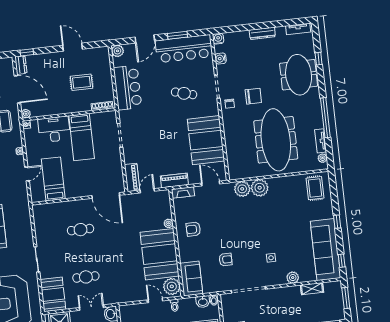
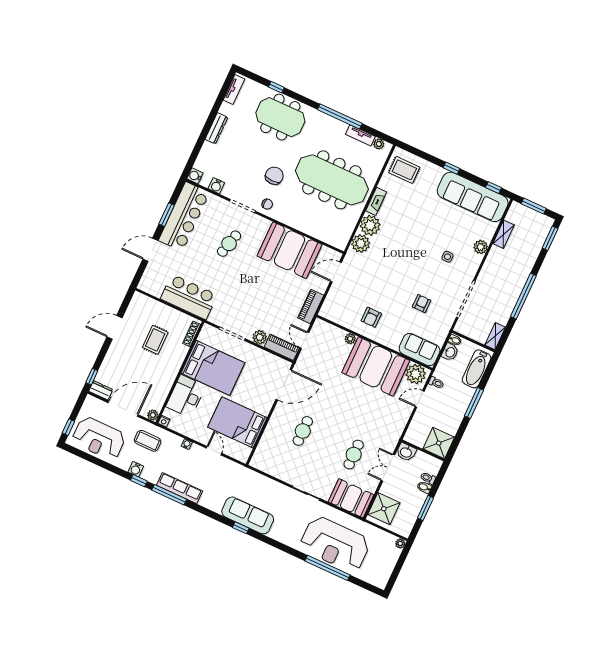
door: (145, 39) -> (150, 250), swing flipped
plant: (118, 51) -> (260, 337), moved
bed: (82, 137) -> (213, 368), width x1.50
bed: (53, 179) -> (237, 422), width x1.50
fireplace: (183, 193) -> (376, 201), moved

